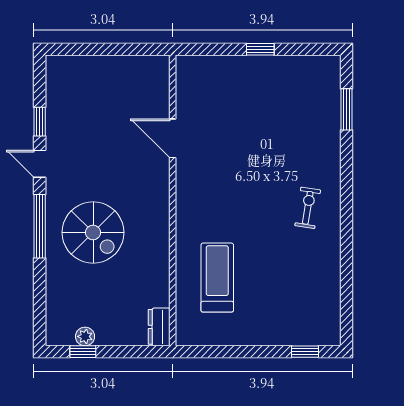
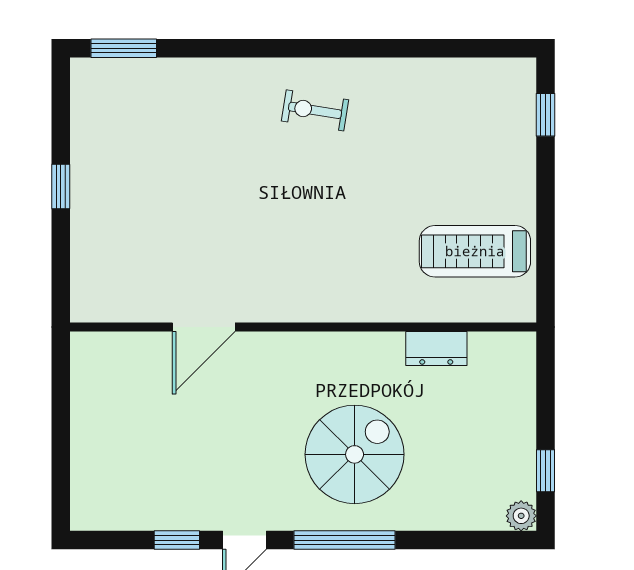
window: (347, 109) -> (124, 48), moved
treadmill: (217, 278) -> (475, 251), moved
dresser: (159, 327) -> (436, 349), moved
plant: (85, 336) -> (521, 516), moved

